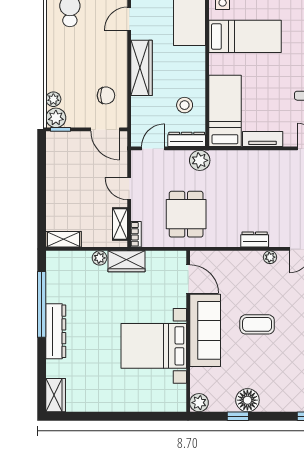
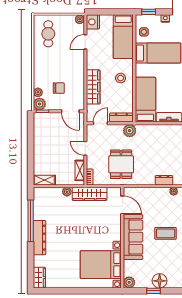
wardrobe: (142, 68) -> (93, 87), moved
chair: (106, 95) -> (59, 88), moved
stool: (185, 105) -> (121, 78), moved
wardrobe: (127, 261) -> (90, 194), width x1.50
bed with nightstands: (154, 346) -> (101, 265), moved

